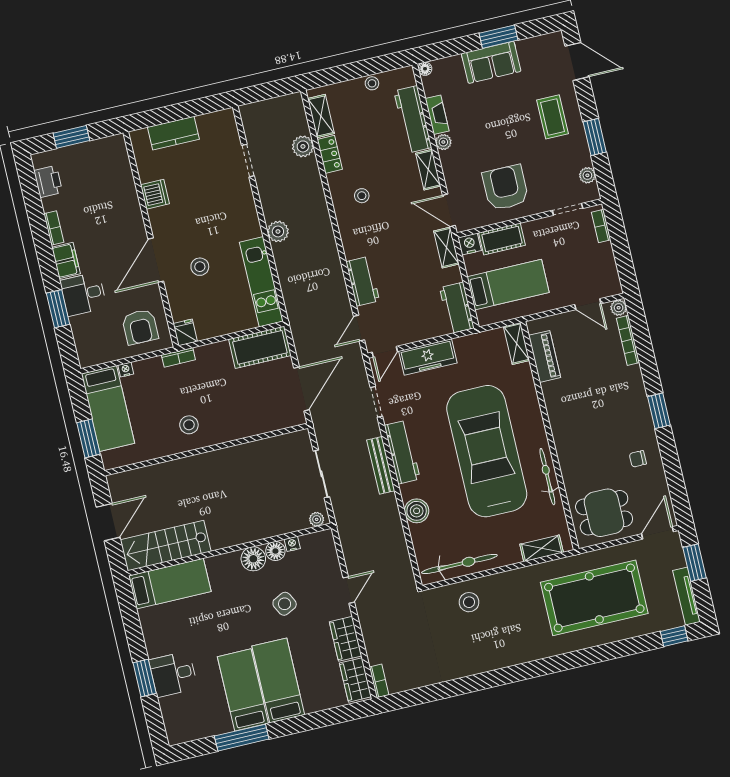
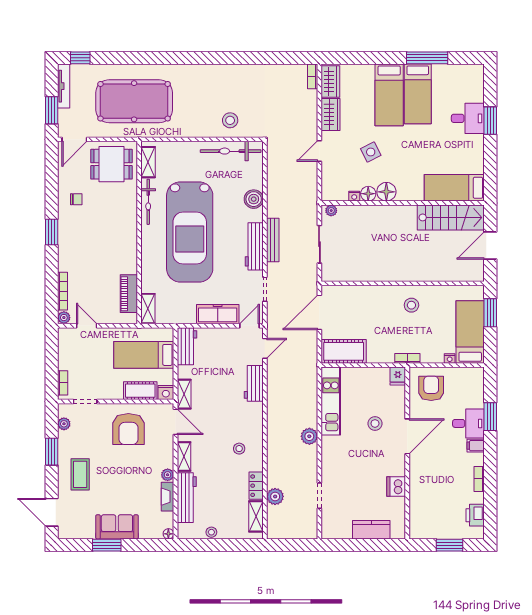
filing cabinet: (66, 261) -> (476, 446), width x0.50
shelving: (542, 548) -> (148, 162), moved, turned 90

